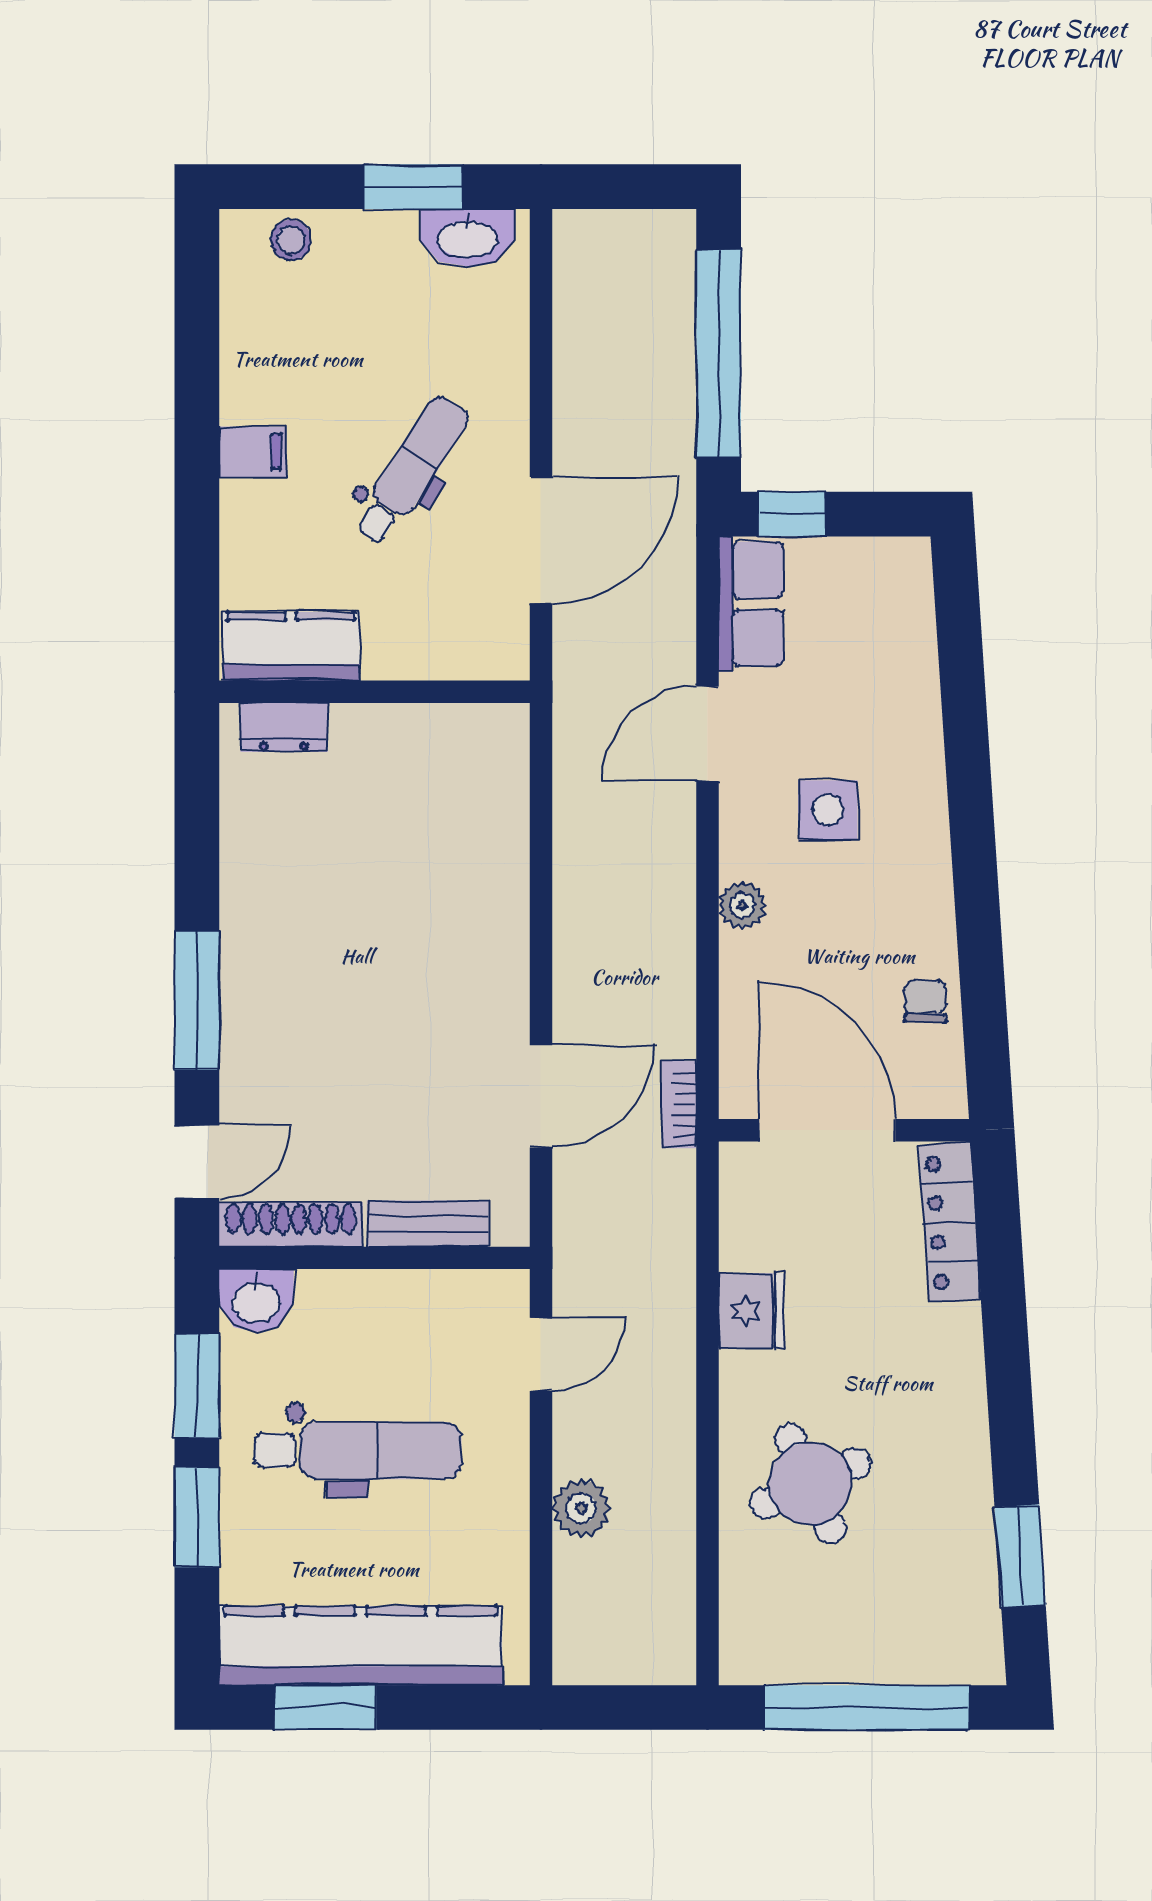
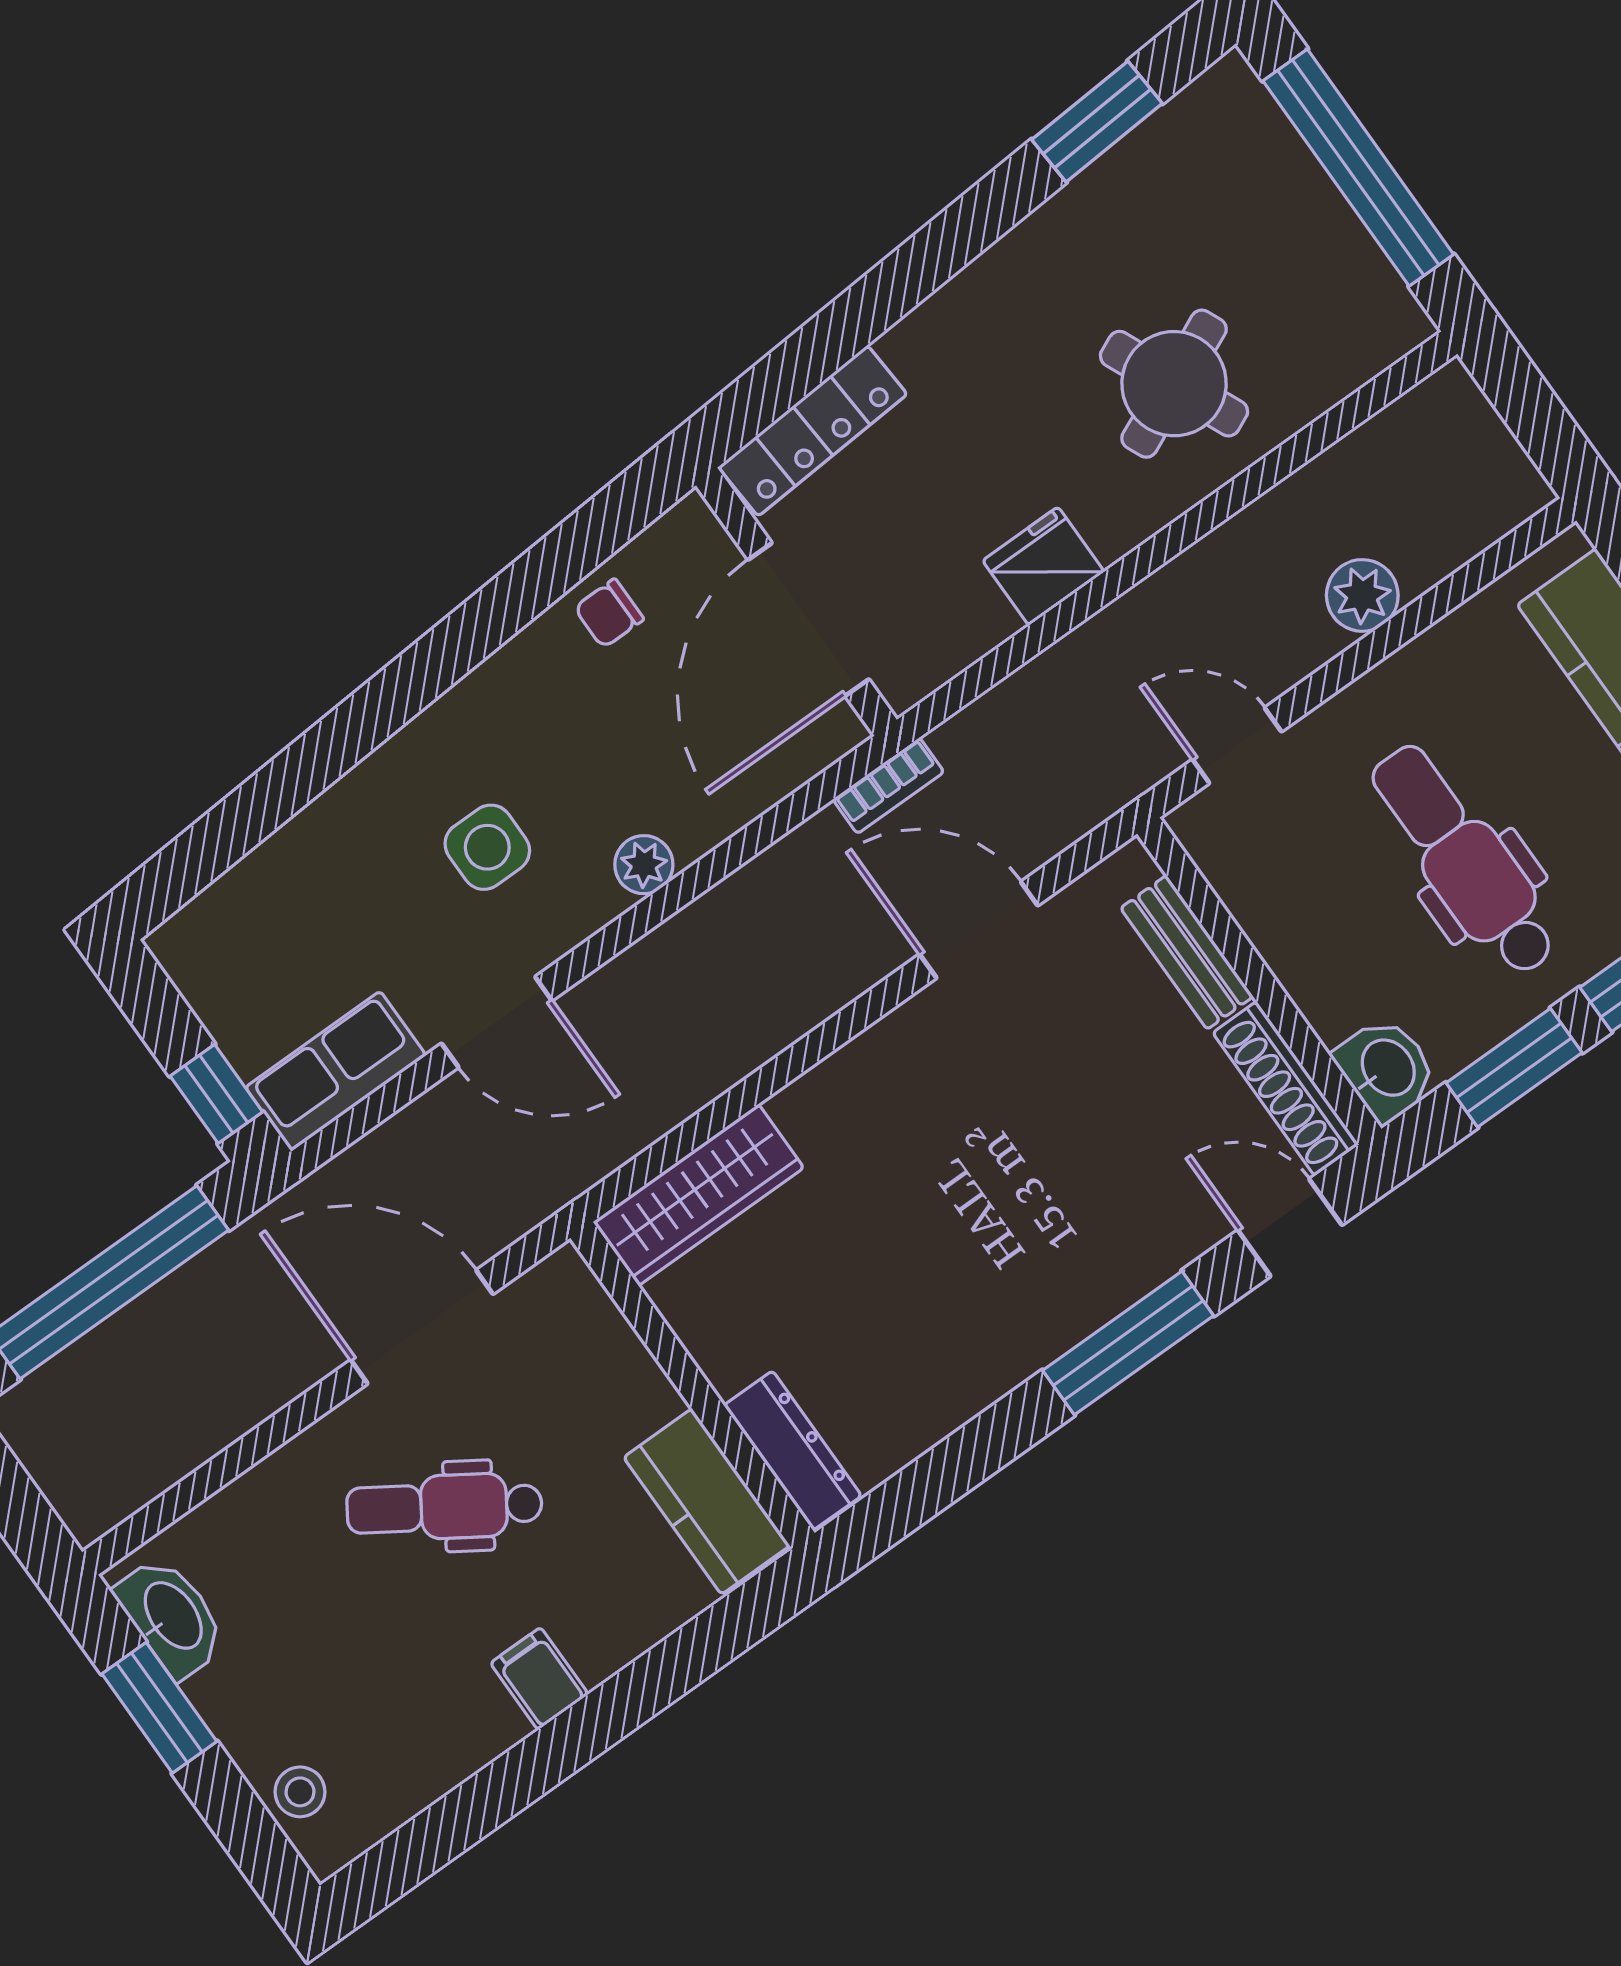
dresser: (284, 727) -> (793, 1451), width x1.44
wardrobe: (498, 786) -> (698, 1195), added

